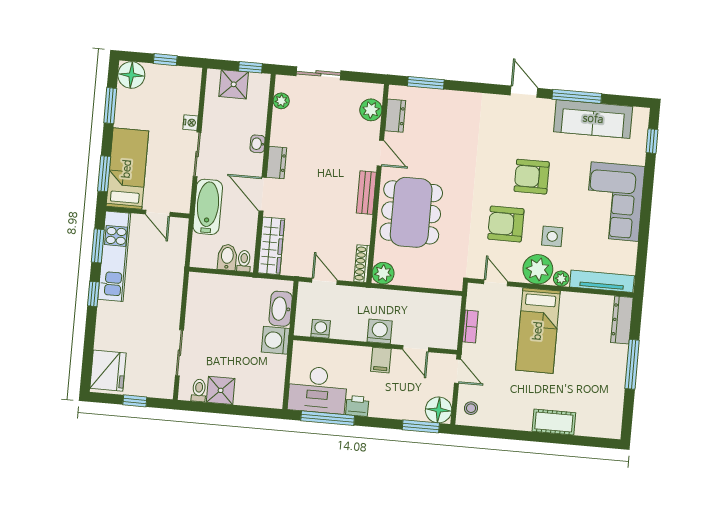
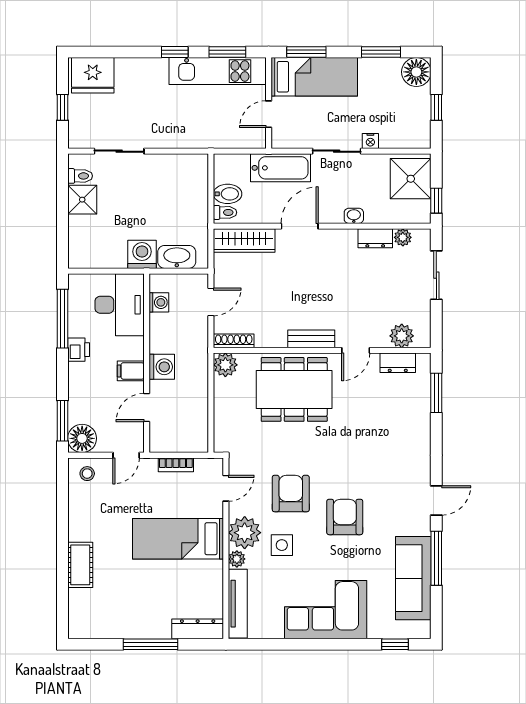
shower: (234, 84) -> (411, 179), width x1.36, depth x1.36
dresser: (277, 163) -> (375, 238), moved
desk: (318, 390) -> (120, 305), moved, turned 180

